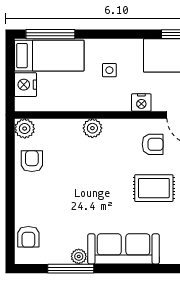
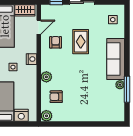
nightstand: (141, 103) -> (32, 59), moved
armchair: (32, 161) -> (56, 97), moved
armchair: (28, 237) -> (109, 114), removed

